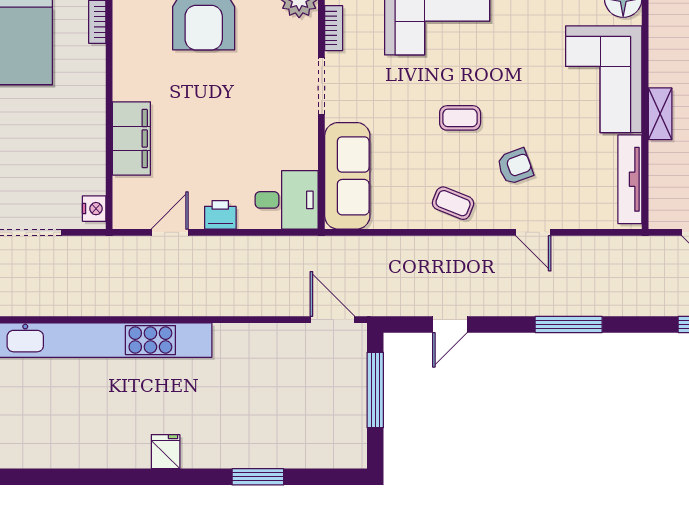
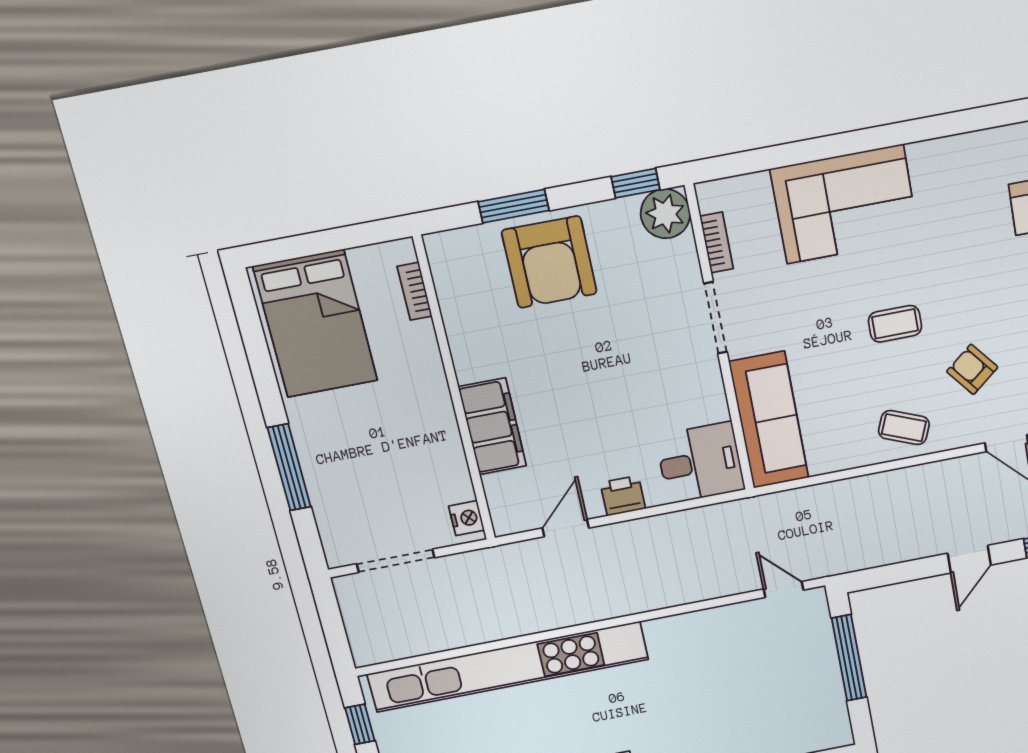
armchair: (515, 166) -> (972, 369), turned -109
door: (333, 320) -> (783, 589), width x0.73
door: (450, 324) -> (969, 559), moved

